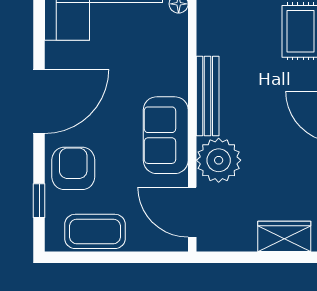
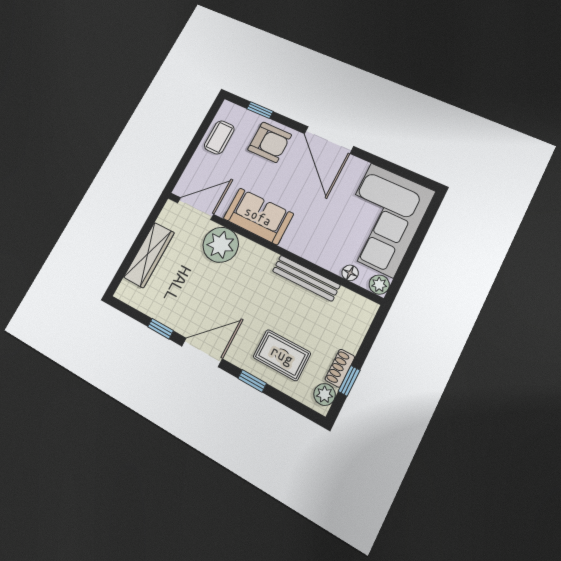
bench: (208, 96) -> (306, 278), moved
coffee table: (95, 231) -> (219, 137), width x0.73, depth x0.77
wardrobe: (284, 236) -> (149, 255), width x1.50

